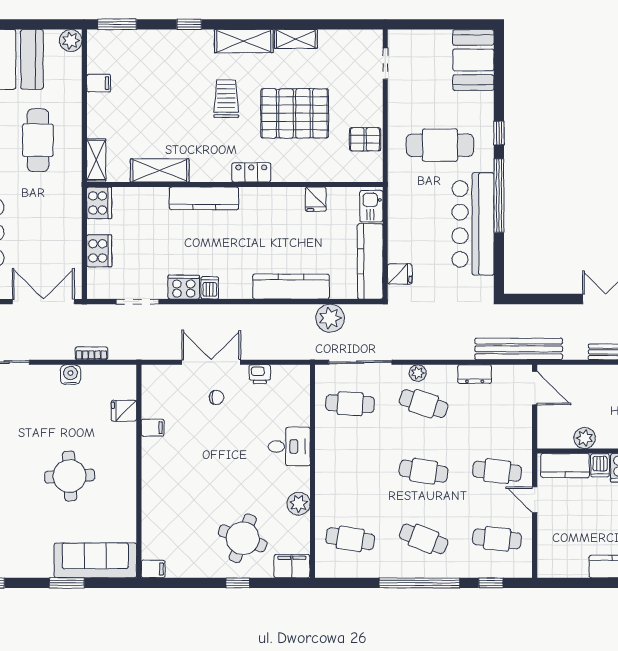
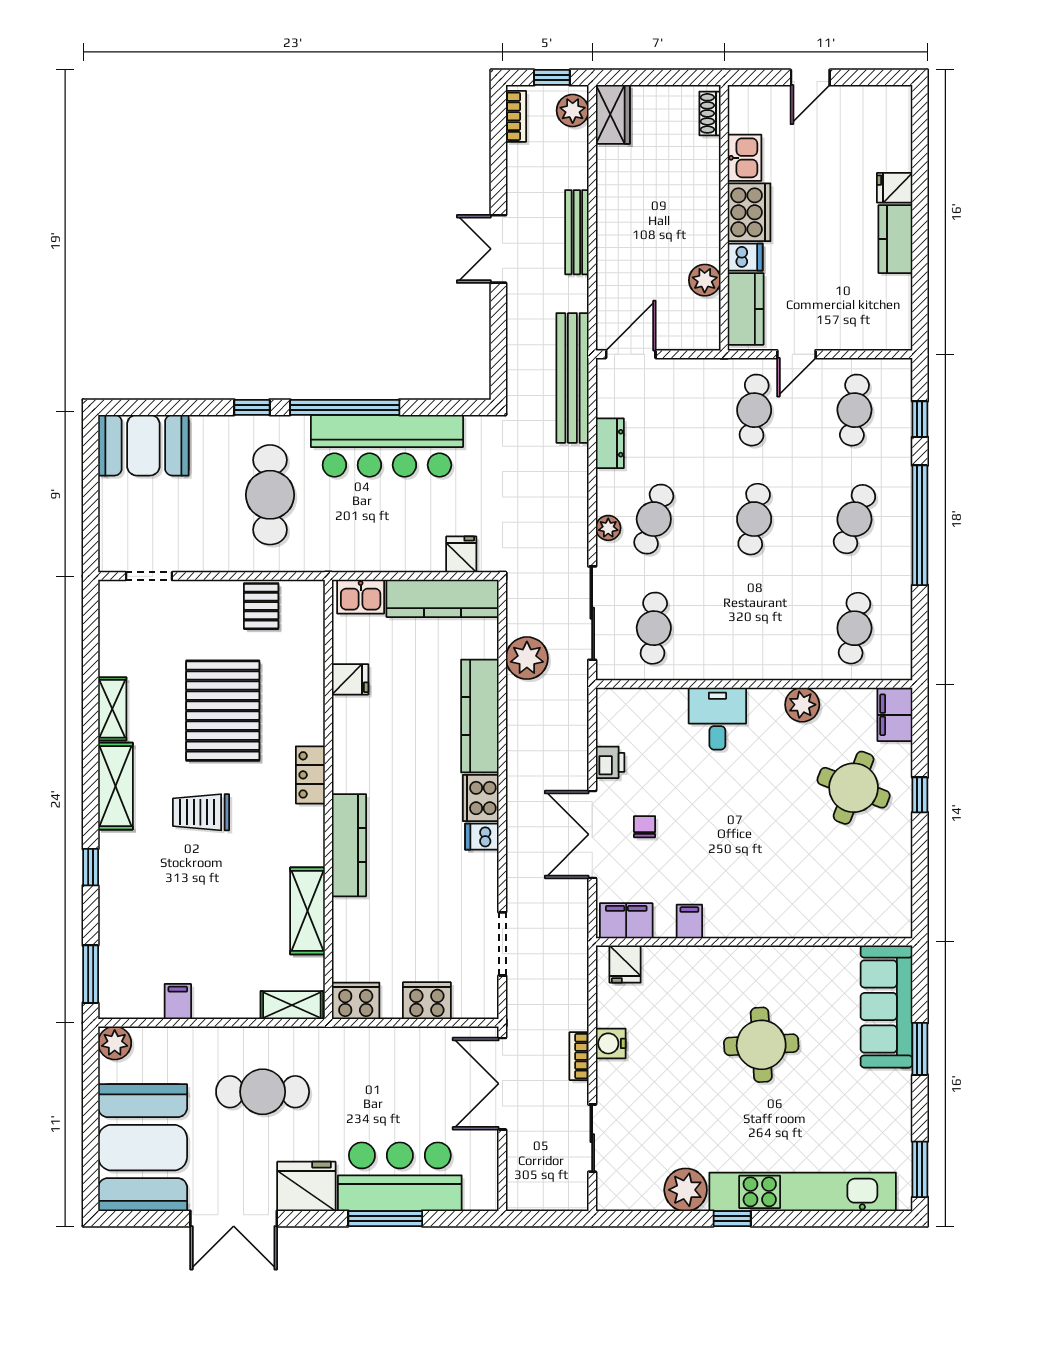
cooker: (184, 287) -> (481, 798), moved
bookcase: (91, 353) -> (579, 1056), moved
fridge: (124, 411) -> (625, 964), moved
filing cabinet: (153, 569) -> (626, 921), moved, width x2.00

